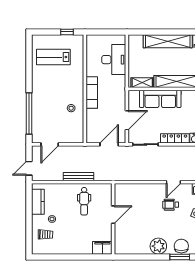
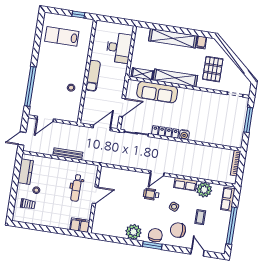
dental chair: (84, 201) -> (76, 188), moved

